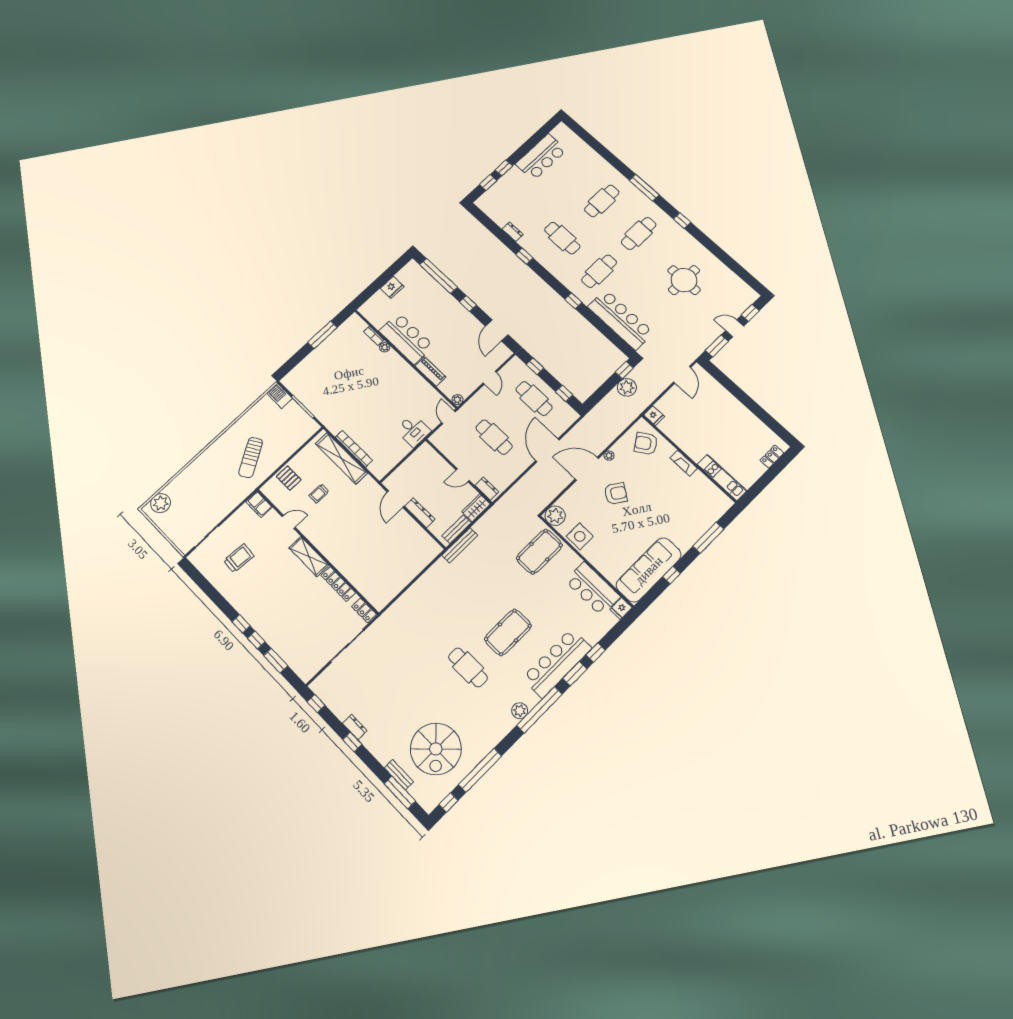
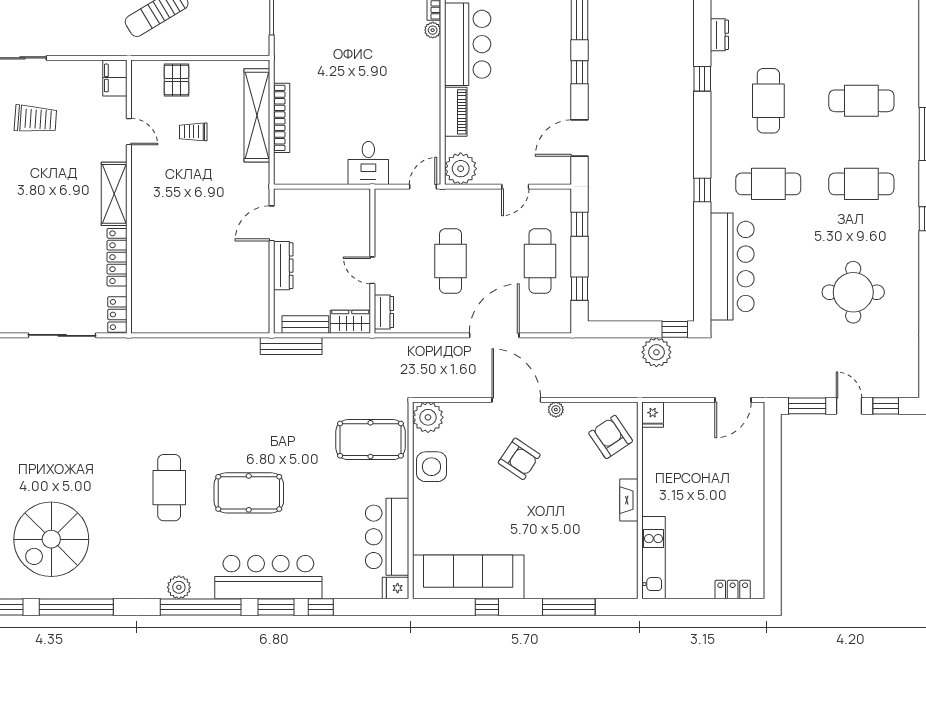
plant: (457, 400) -> (461, 169), width x1.88, depth x1.88

